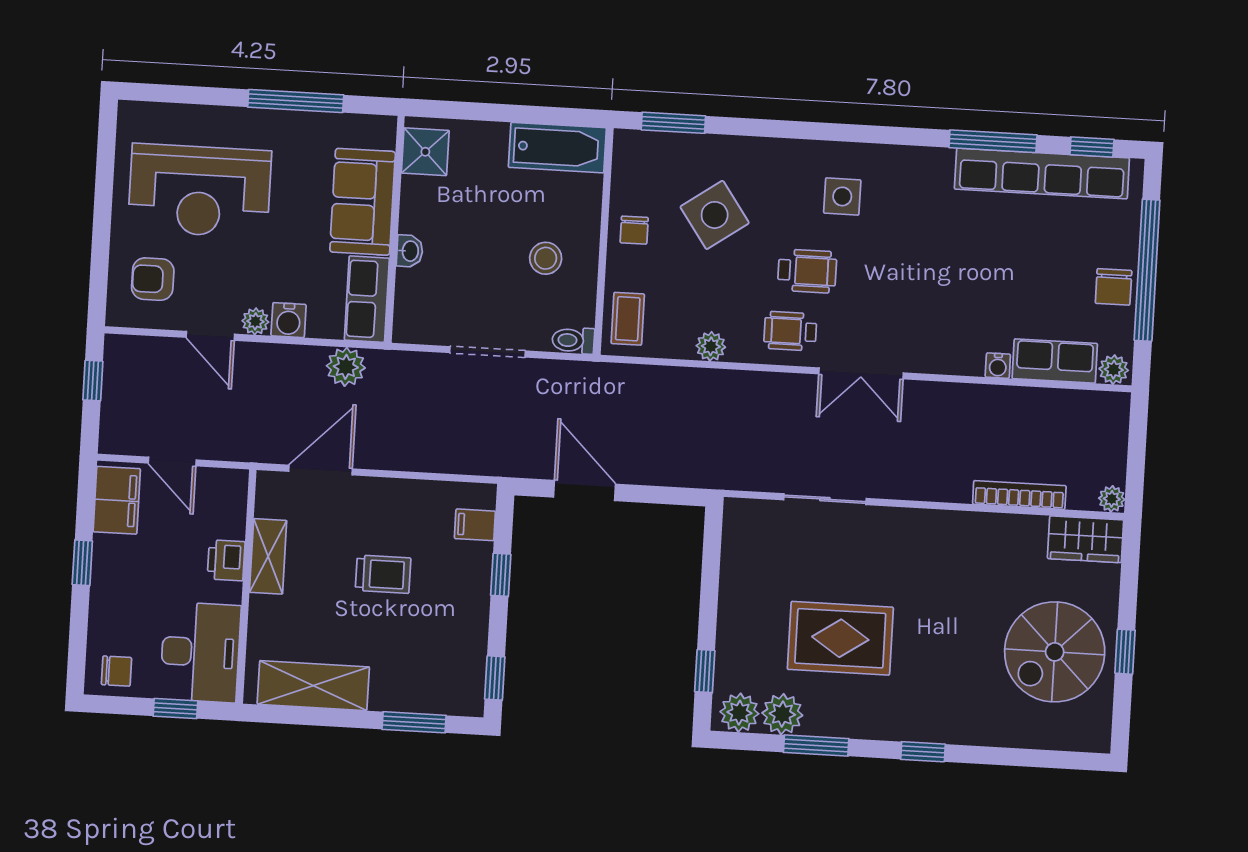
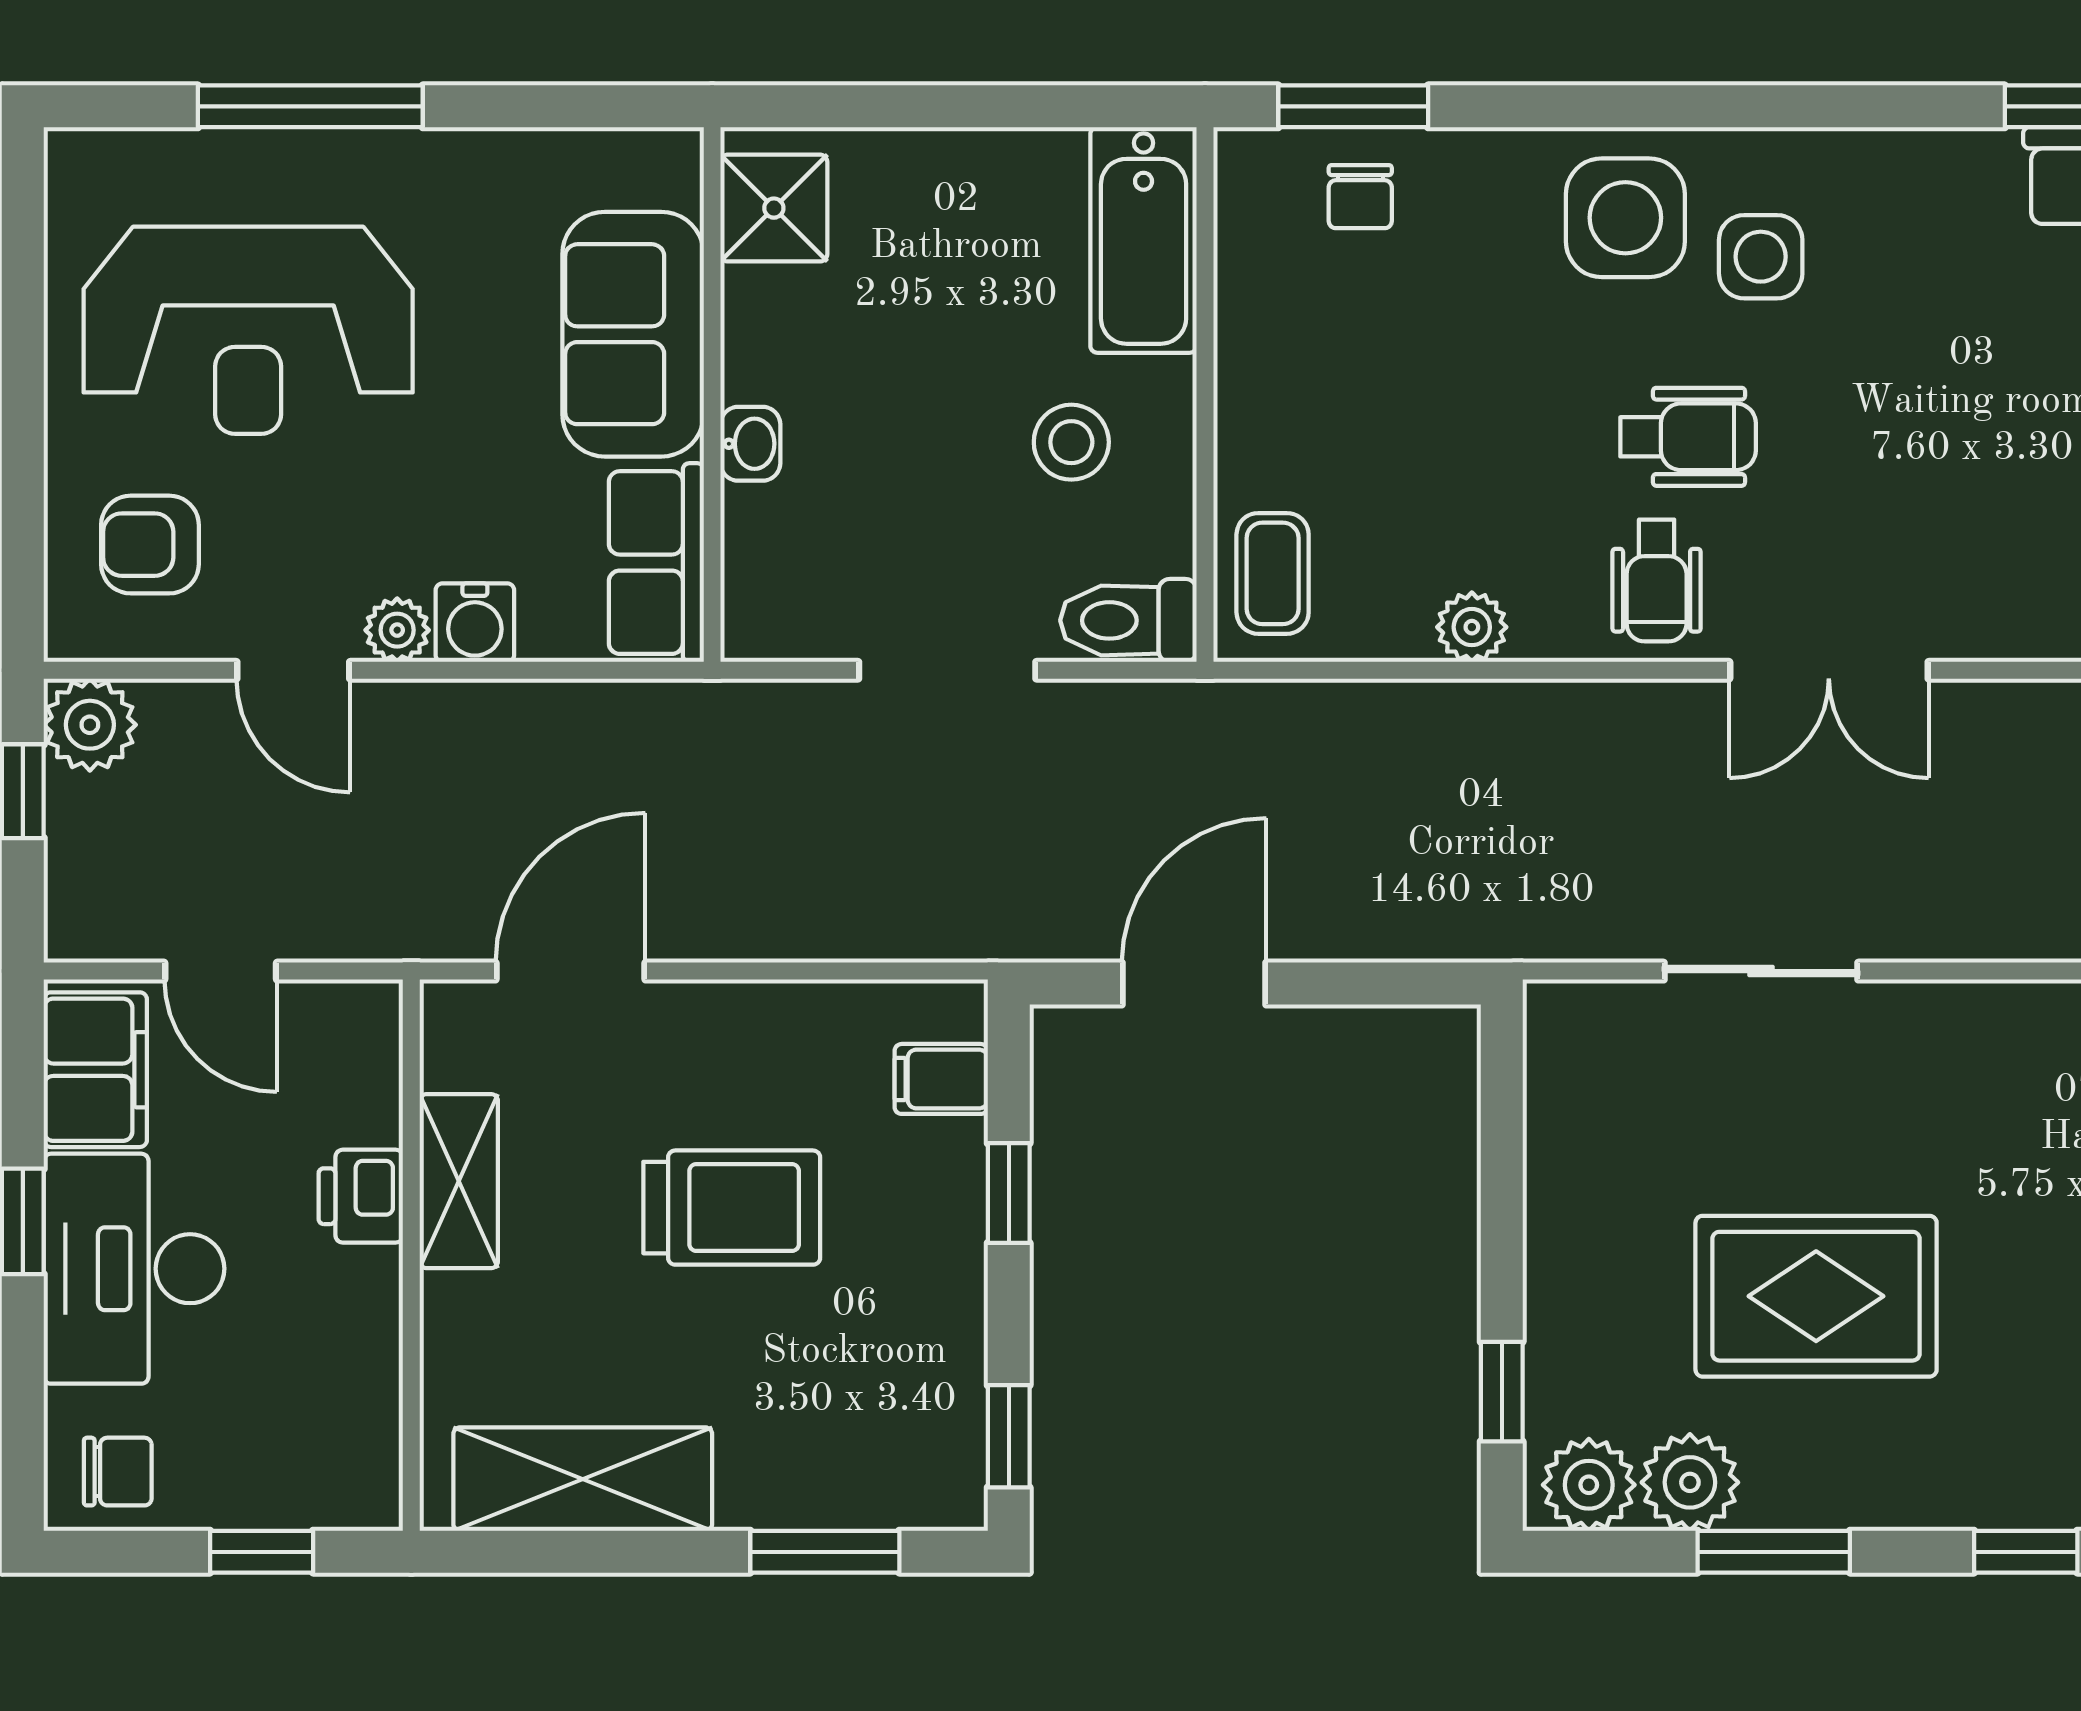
window: (296, 101) -> (310, 106), moved
bathtub: (557, 148) -> (1144, 240), moved, turned 90
side table: (715, 215) -> (1625, 218), moved, turned 35
chair: (634, 230) -> (1360, 197), moved
wheelchair: (790, 331) -> (1657, 580), turned -90
toilet: (573, 340) -> (1128, 620), width x1.37, depth x1.39
plant: (346, 367) -> (90, 725), moved
door: (584, 491) -> (1194, 984), hinge flipped
trolley: (383, 574) -> (732, 1208), width x1.36, depth x1.39
desk: (200, 652) -> (134, 1269), moved, turned 180

